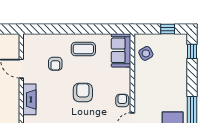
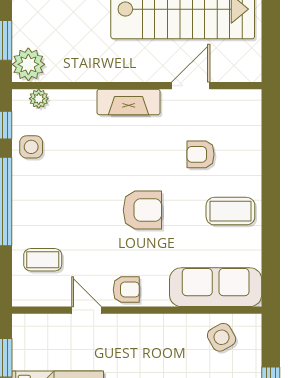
coffee table: (83, 49) -> (230, 211), turned 90
sofa: (121, 50) -> (216, 287), width x1.36

